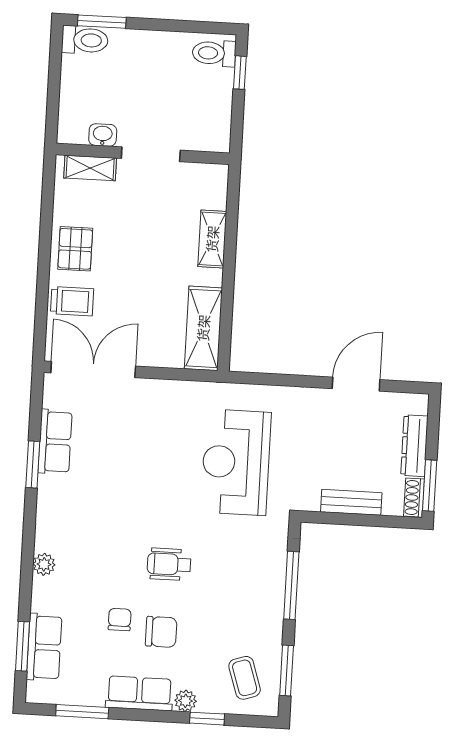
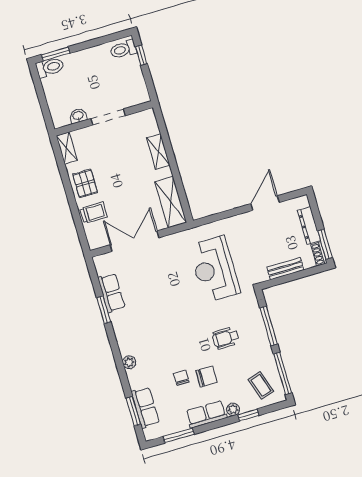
shelving: (90, 168) -> (67, 148), moved, turned 90
double door: (93, 369) -> (135, 241), moved
wheelchair: (169, 564) -> (226, 338), moved
window: (287, 670) -> (283, 373), width x1.44

